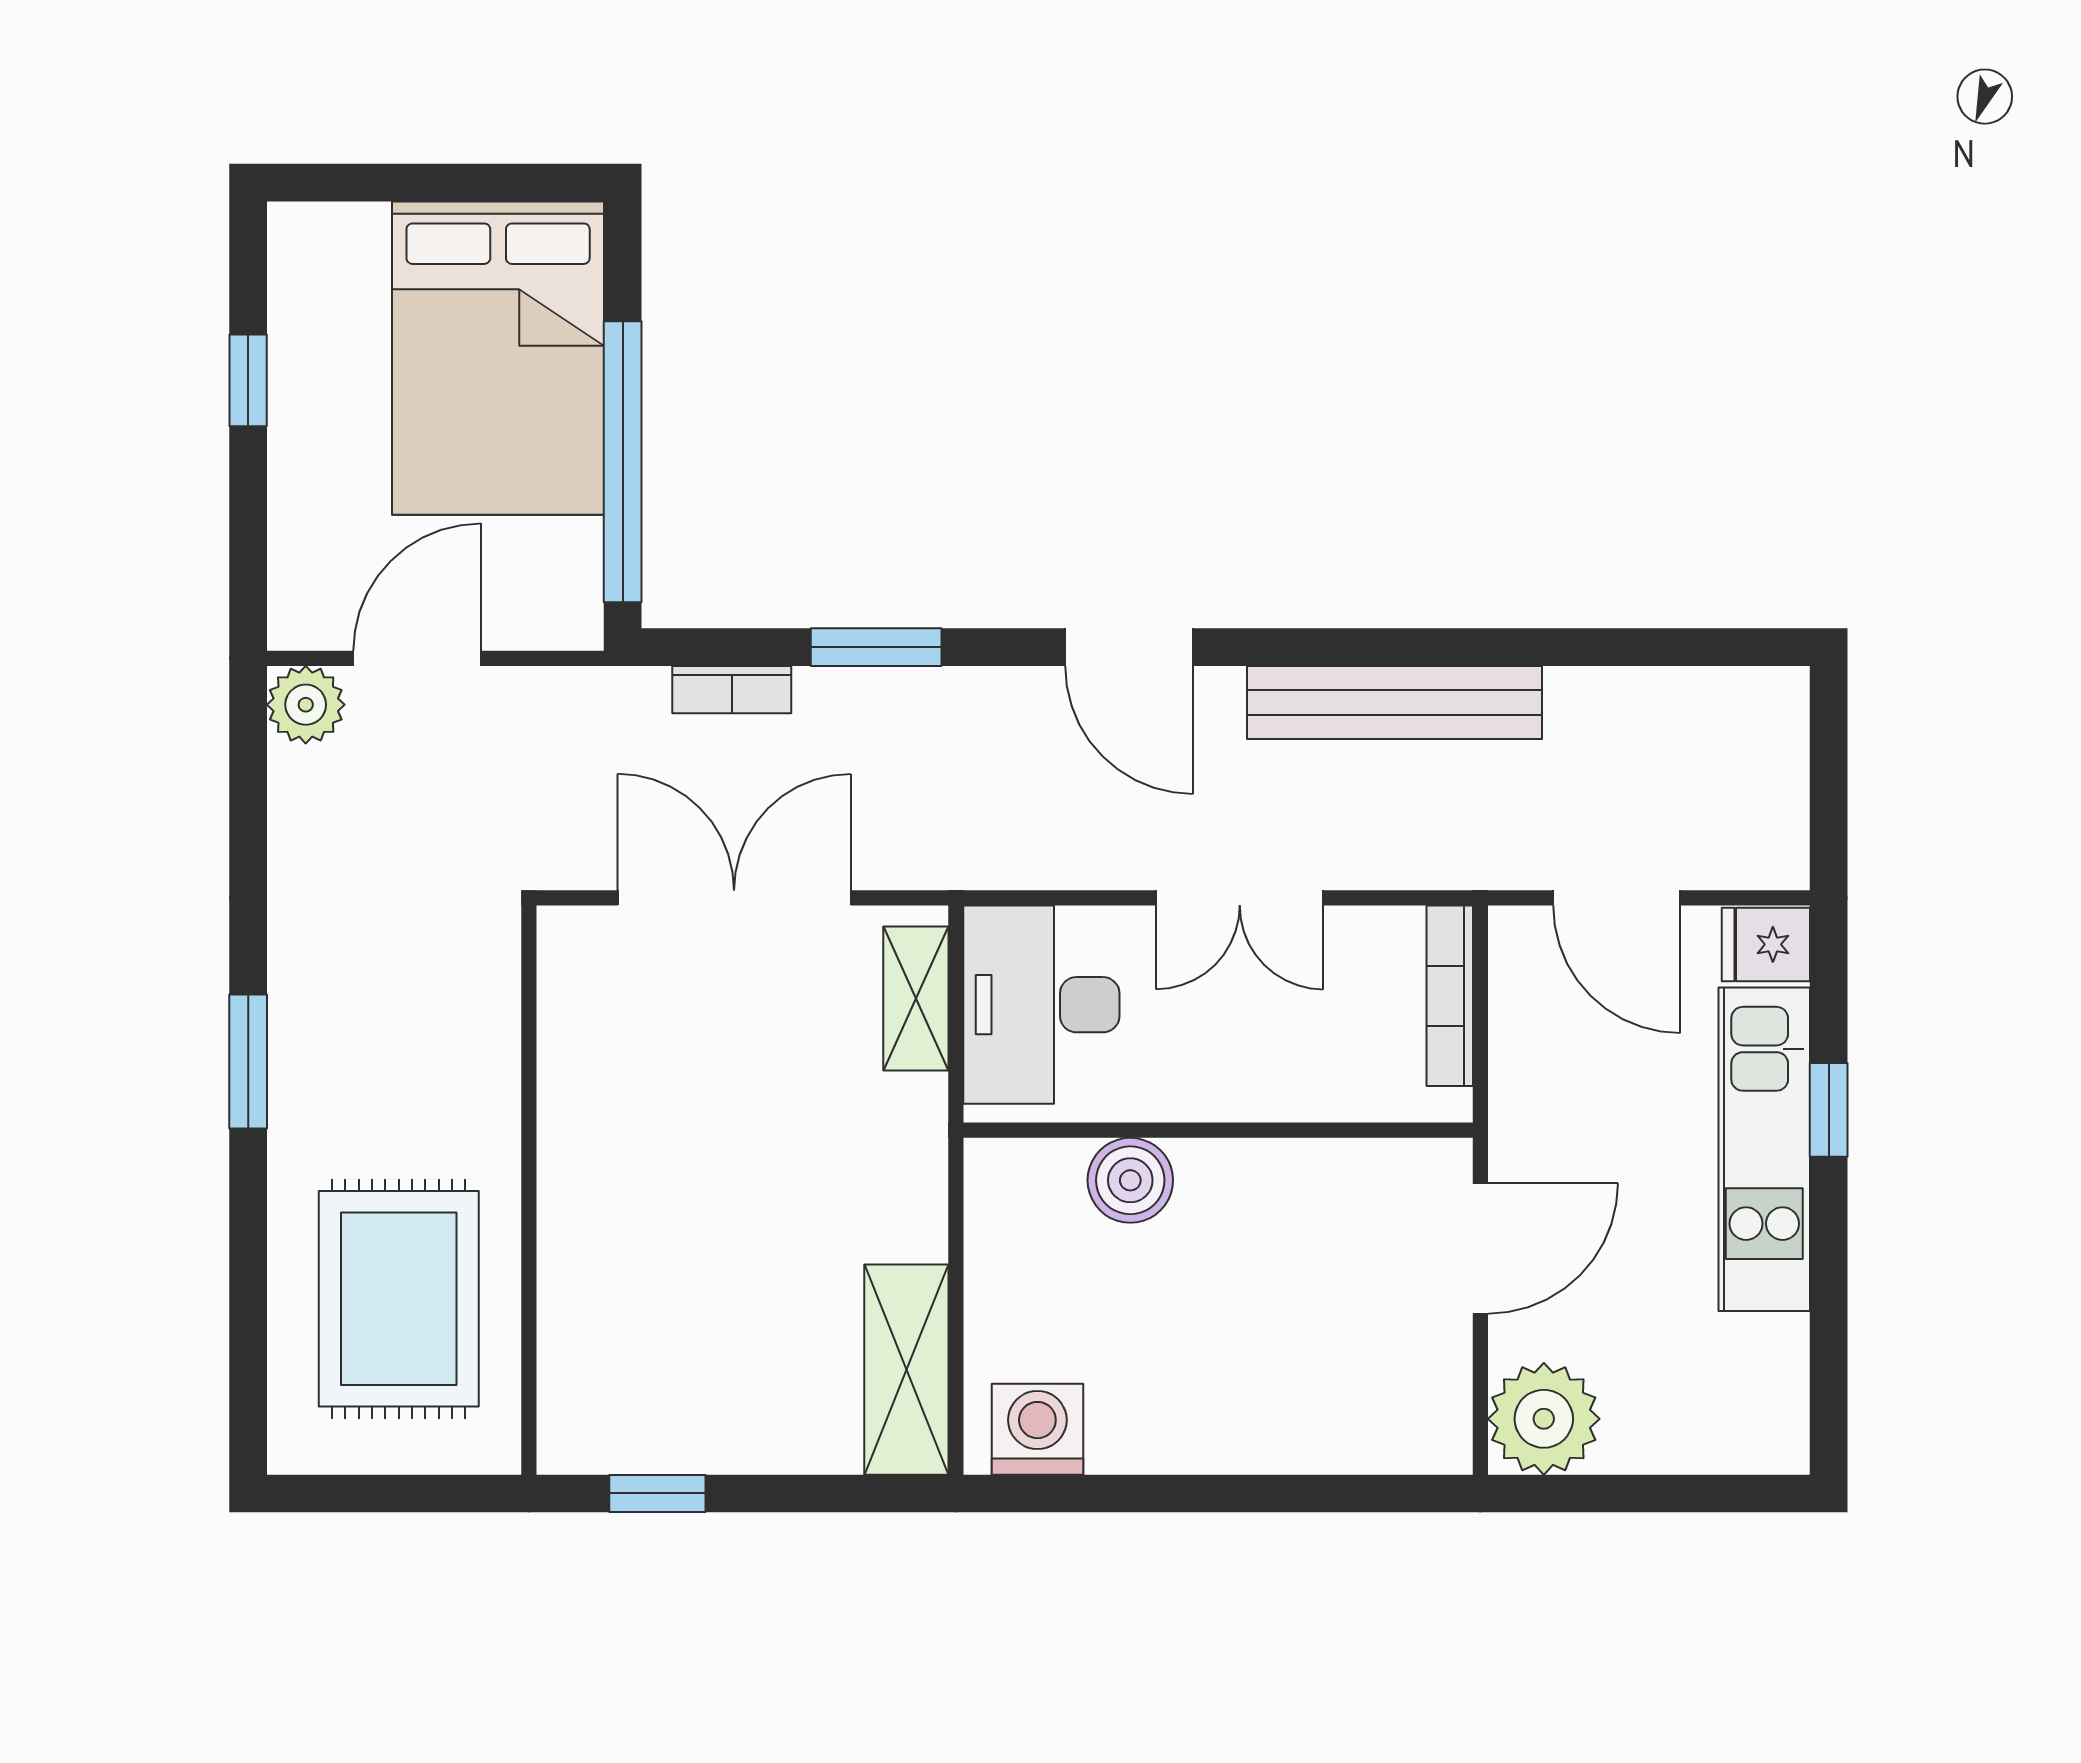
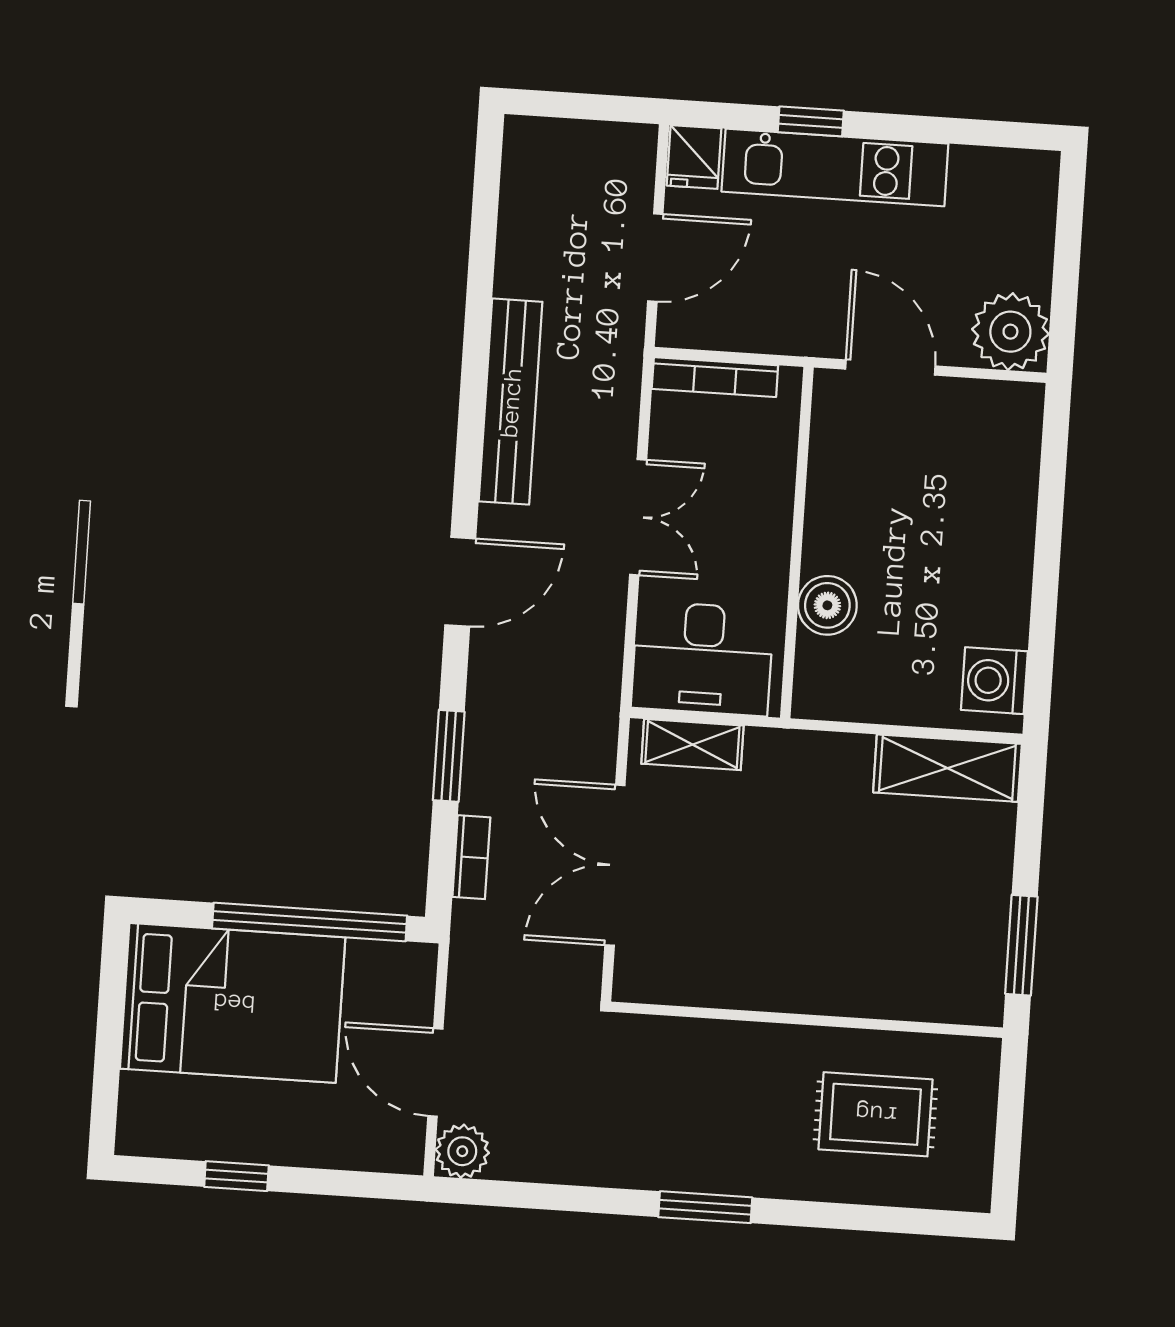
rug: (399, 1299) -> (875, 1114), width x0.73, depth x0.70
window: (657, 1493) -> (1021, 945), width x1.50

